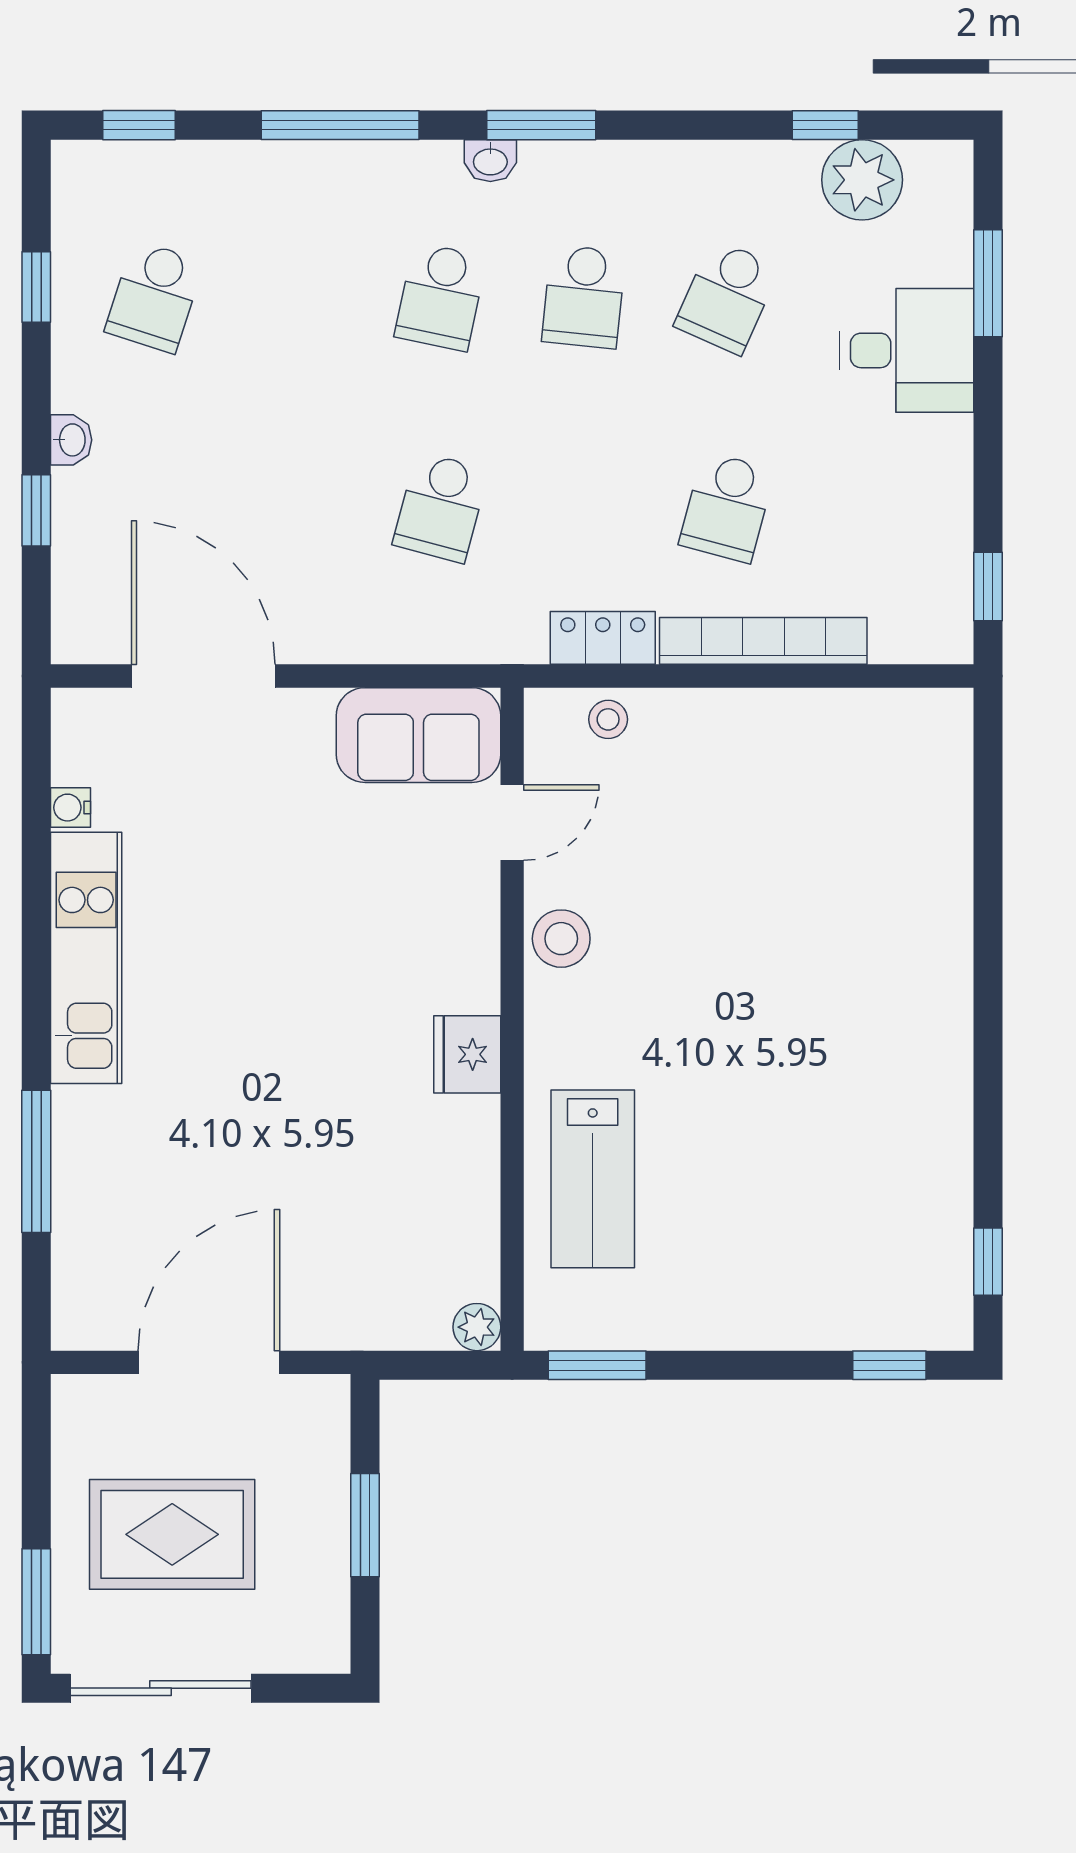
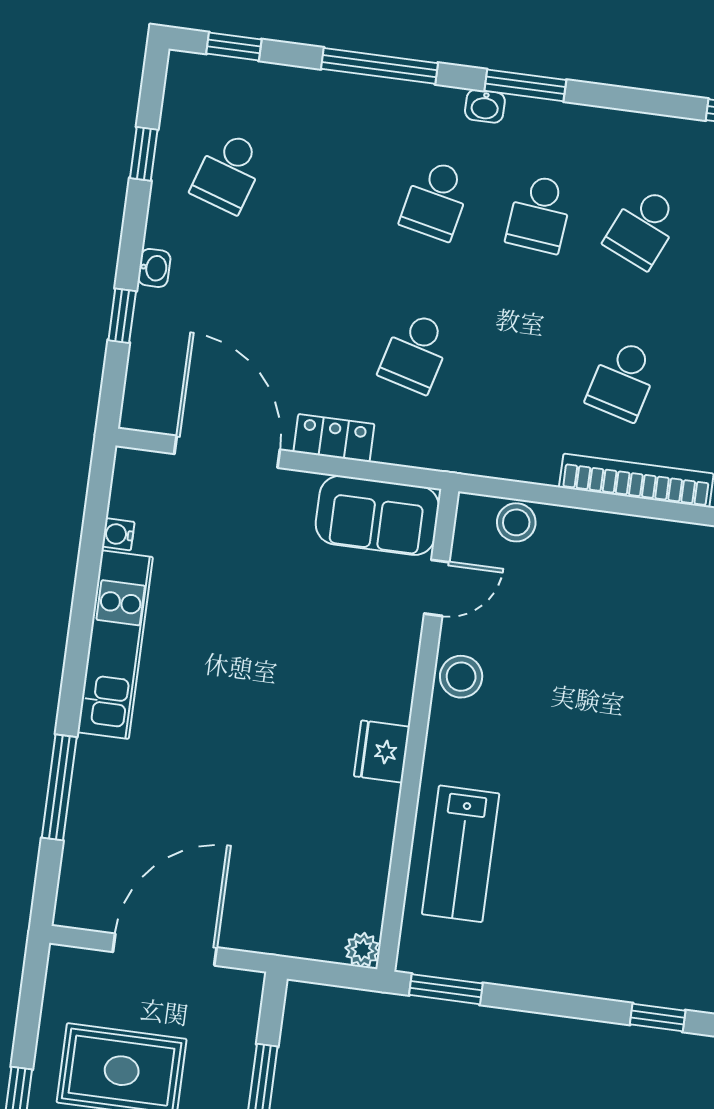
locker: (603, 638) -> (334, 438), moved
stool: (608, 719) -> (516, 522), width x1.37, depth x1.37

